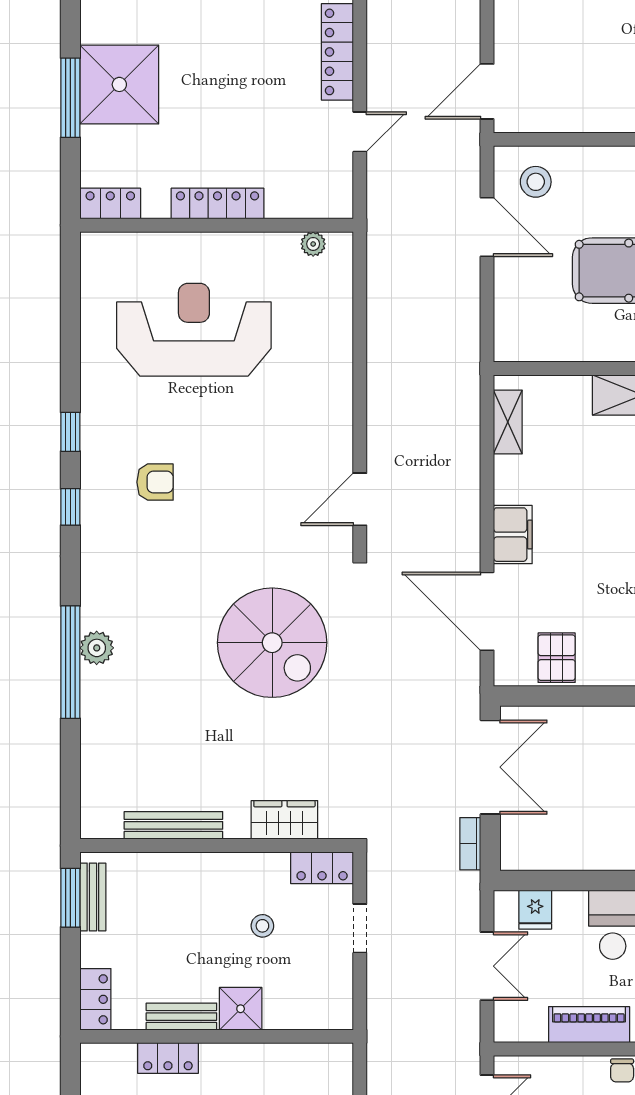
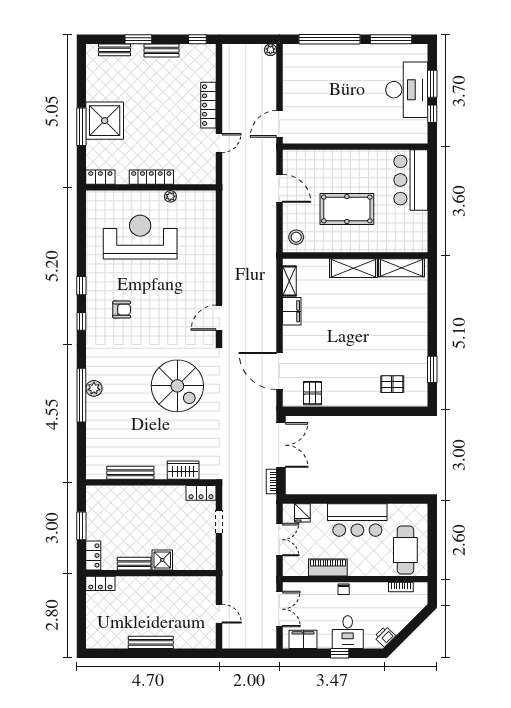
stool: (536, 182) -> (296, 237), moved
plant: (313, 244) -> (170, 196), moved
filing cabinet: (513, 535) -> (292, 311), moved
bench: (93, 897) -> (92, 507), removed
window: (70, 898) -> (81, 526), moved
stool: (262, 926) -> (173, 521), removed
locker: (168, 1058) -> (100, 583), moved

